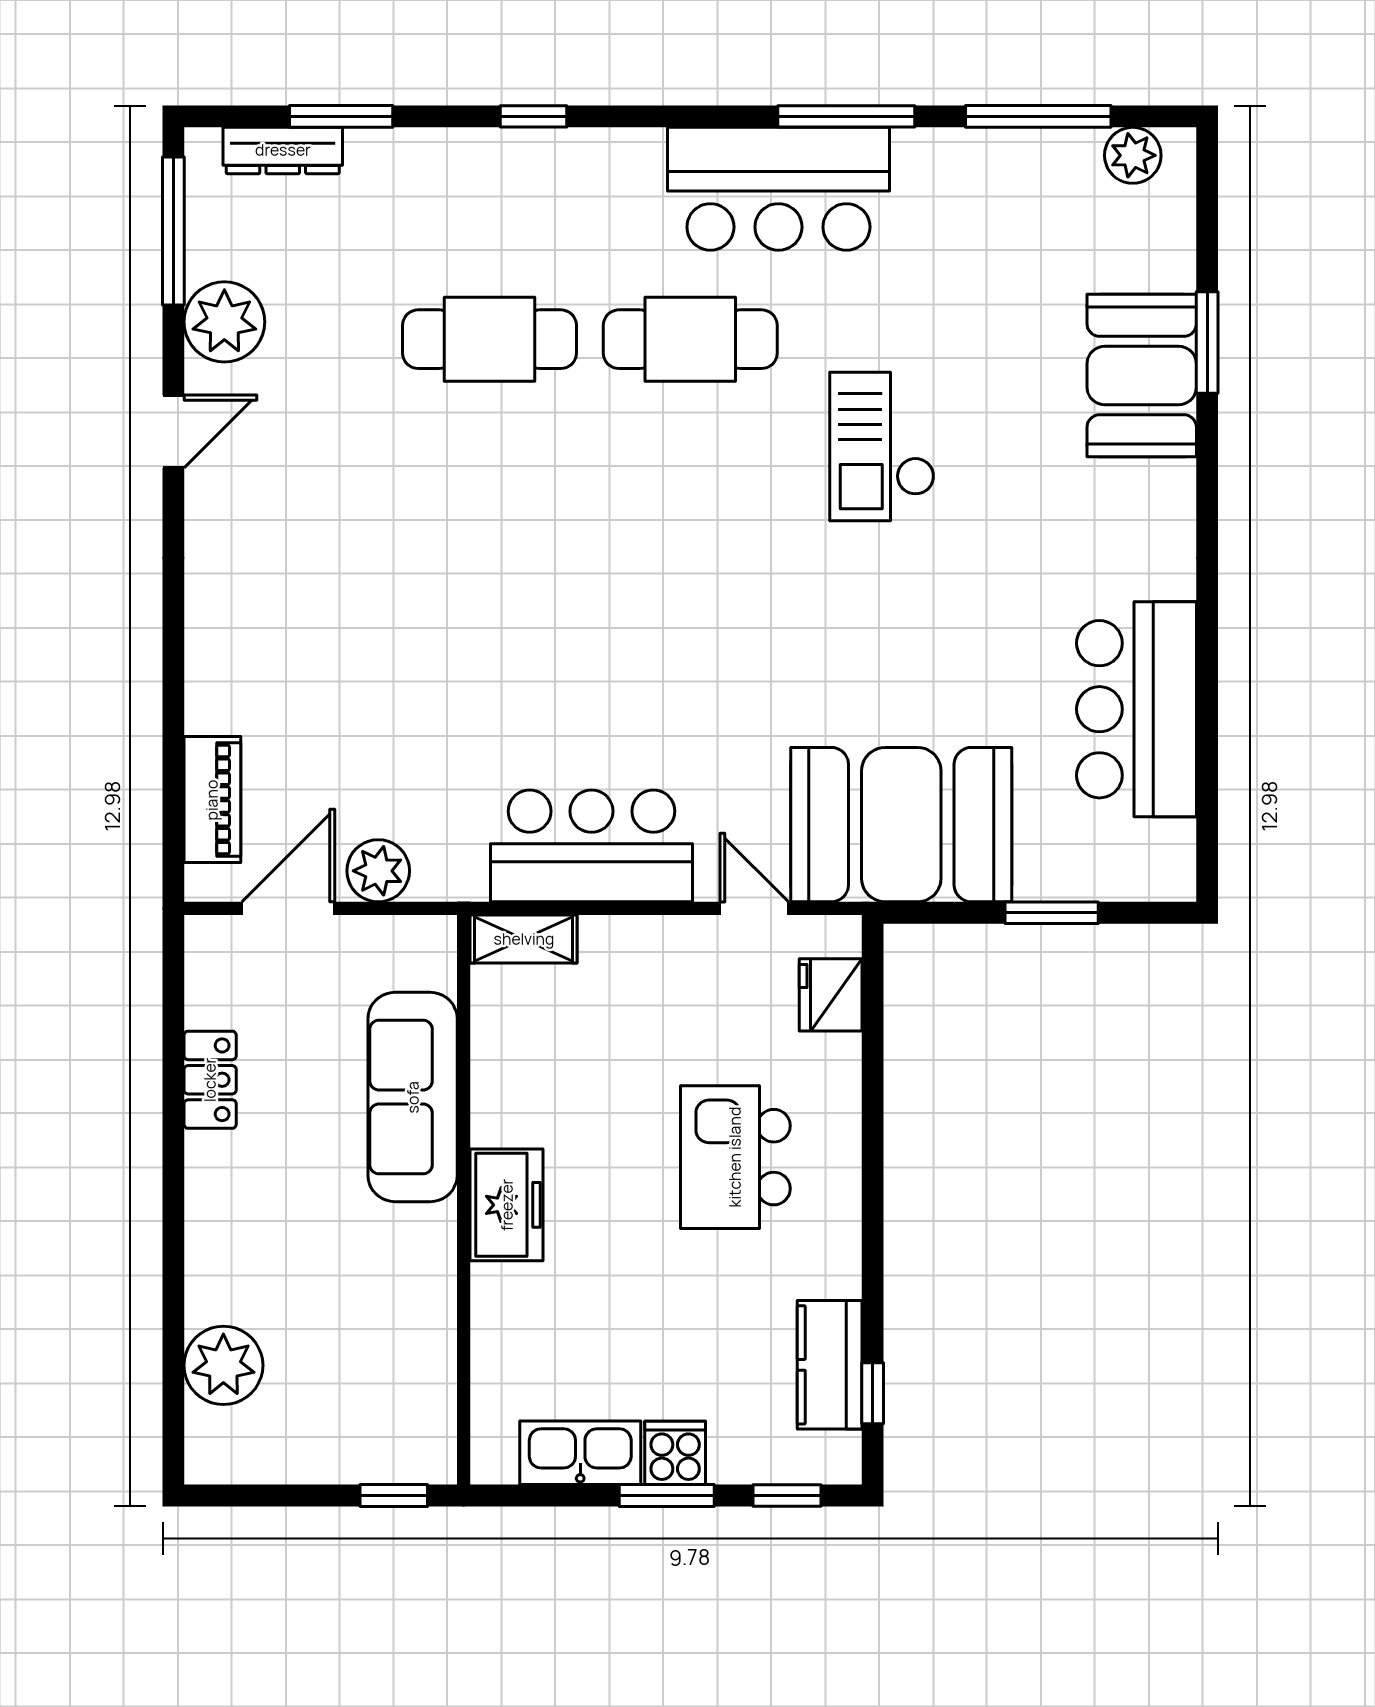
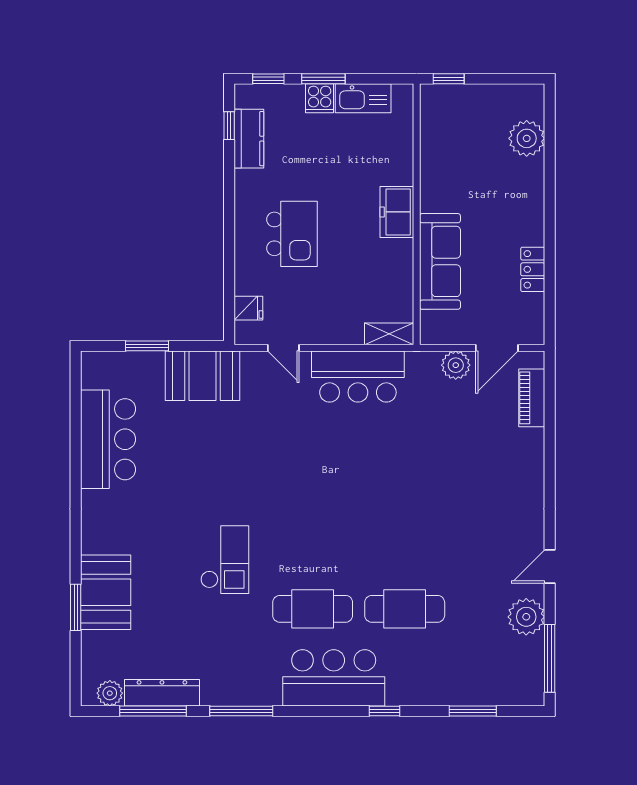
dresser: (283, 150) -> (162, 693), moved, width x1.37, depth x1.24
bar counter: (778, 189) -> (334, 678), moved
booth: (901, 825) -> (202, 376), width x0.73, depth x0.70
fridge: (831, 995) -> (248, 308), width x0.72

